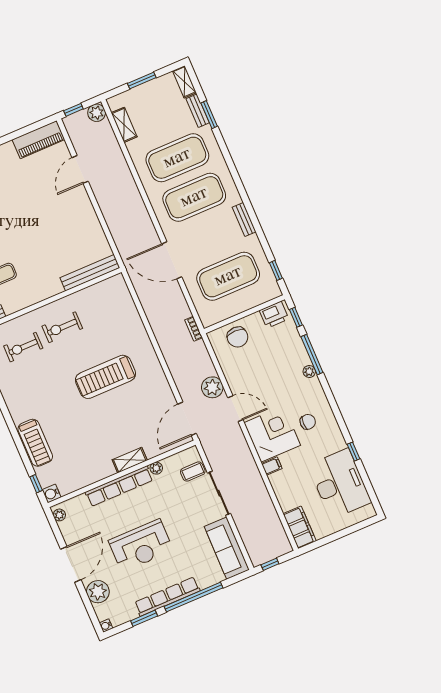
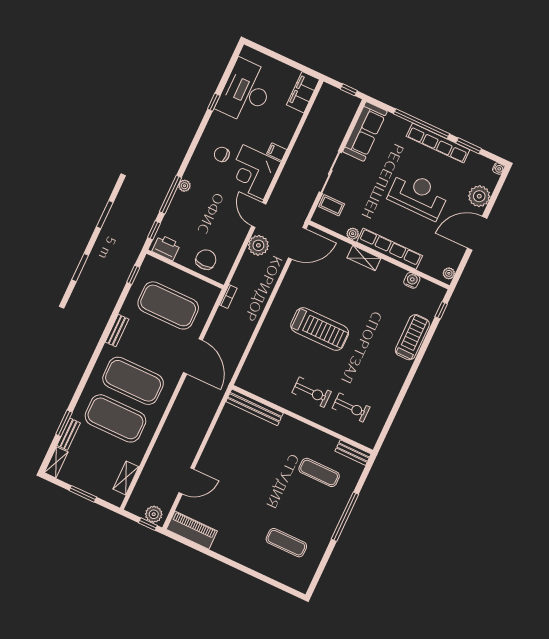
plant: (97, 113) -> (154, 514), moved
water cooler: (52, 494) -> (412, 280), moved, turned -90

